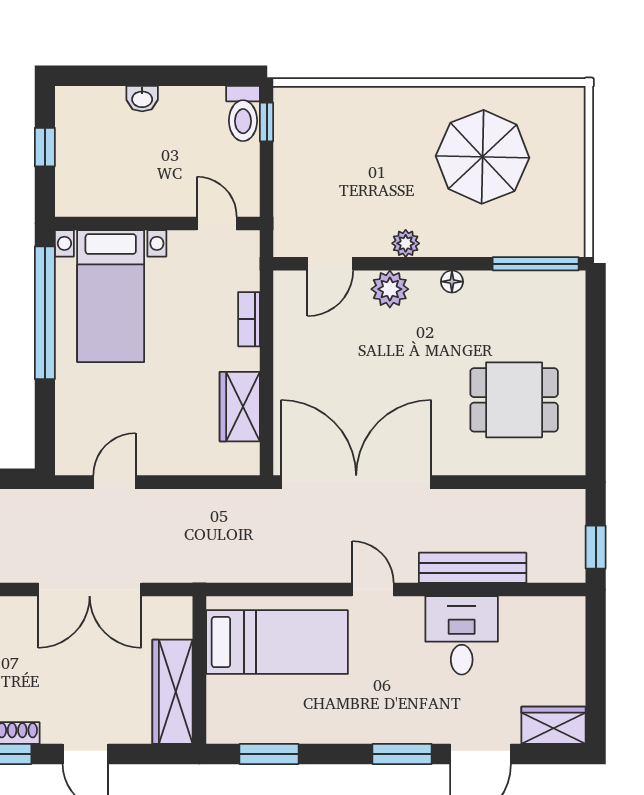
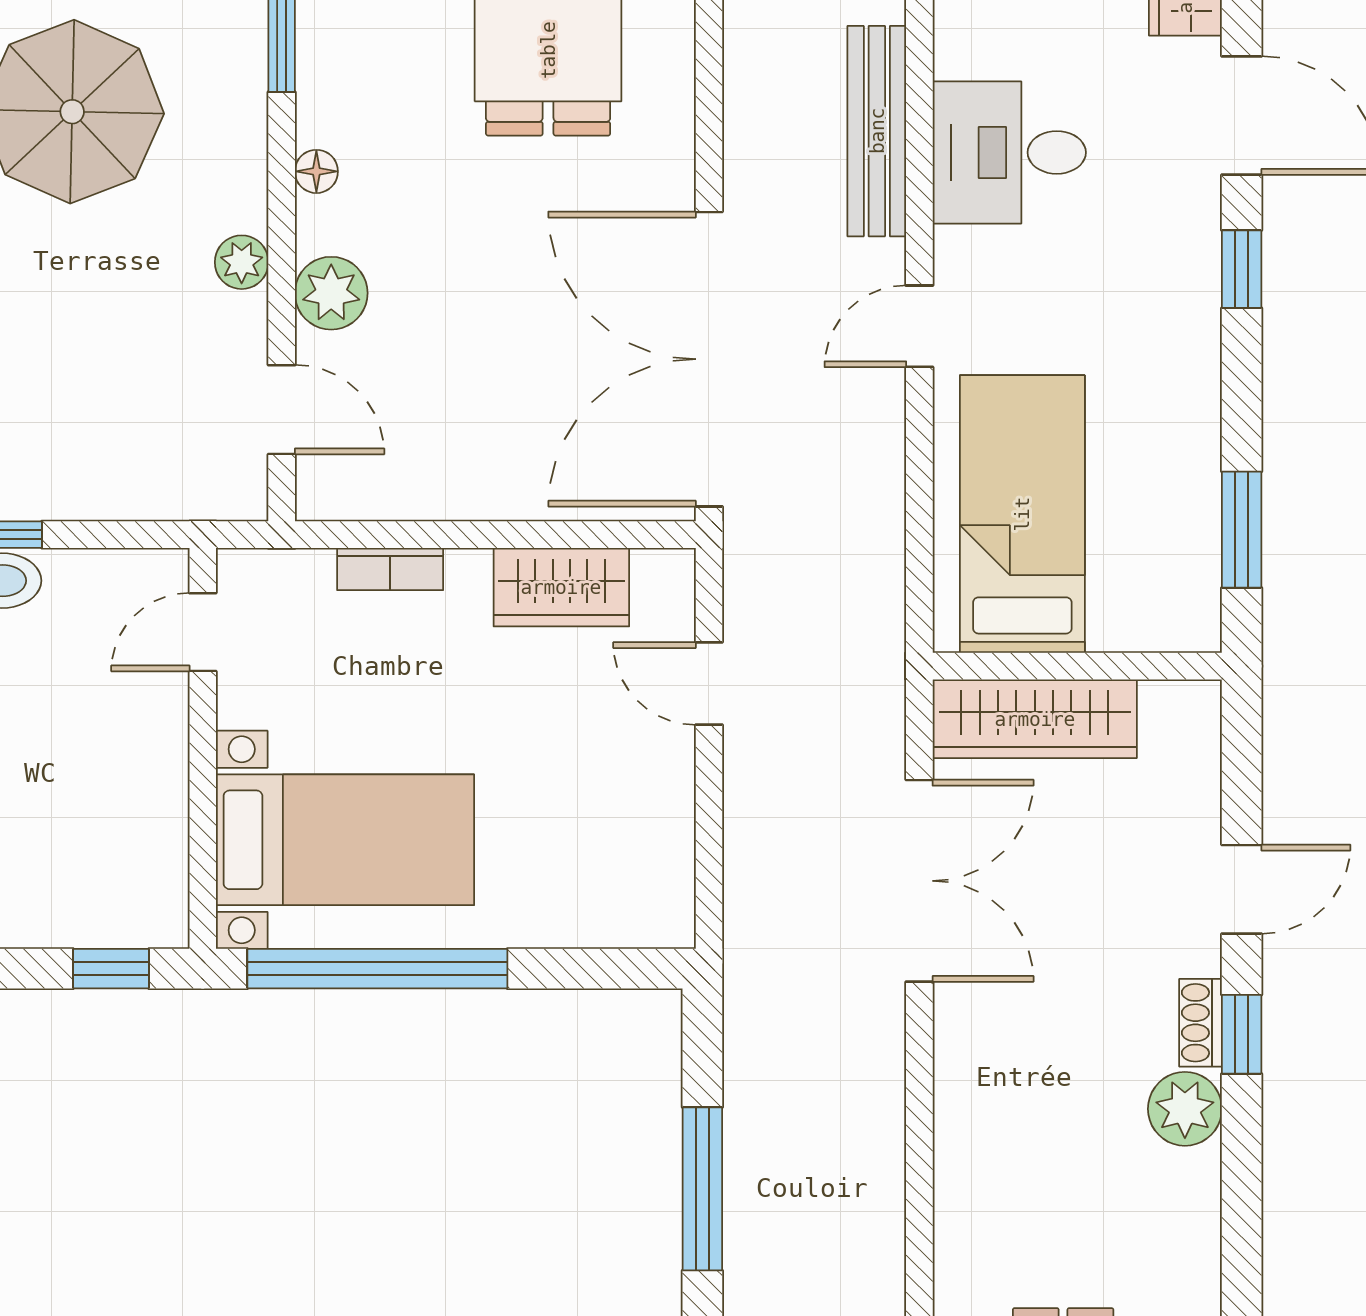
window: (45, 147) -> (111, 969), moved
door: (114, 482) -> (709, 683), moved
wardrobe: (172, 692) -> (1035, 719), moved
window: (402, 754) -> (1242, 269), width x0.67

